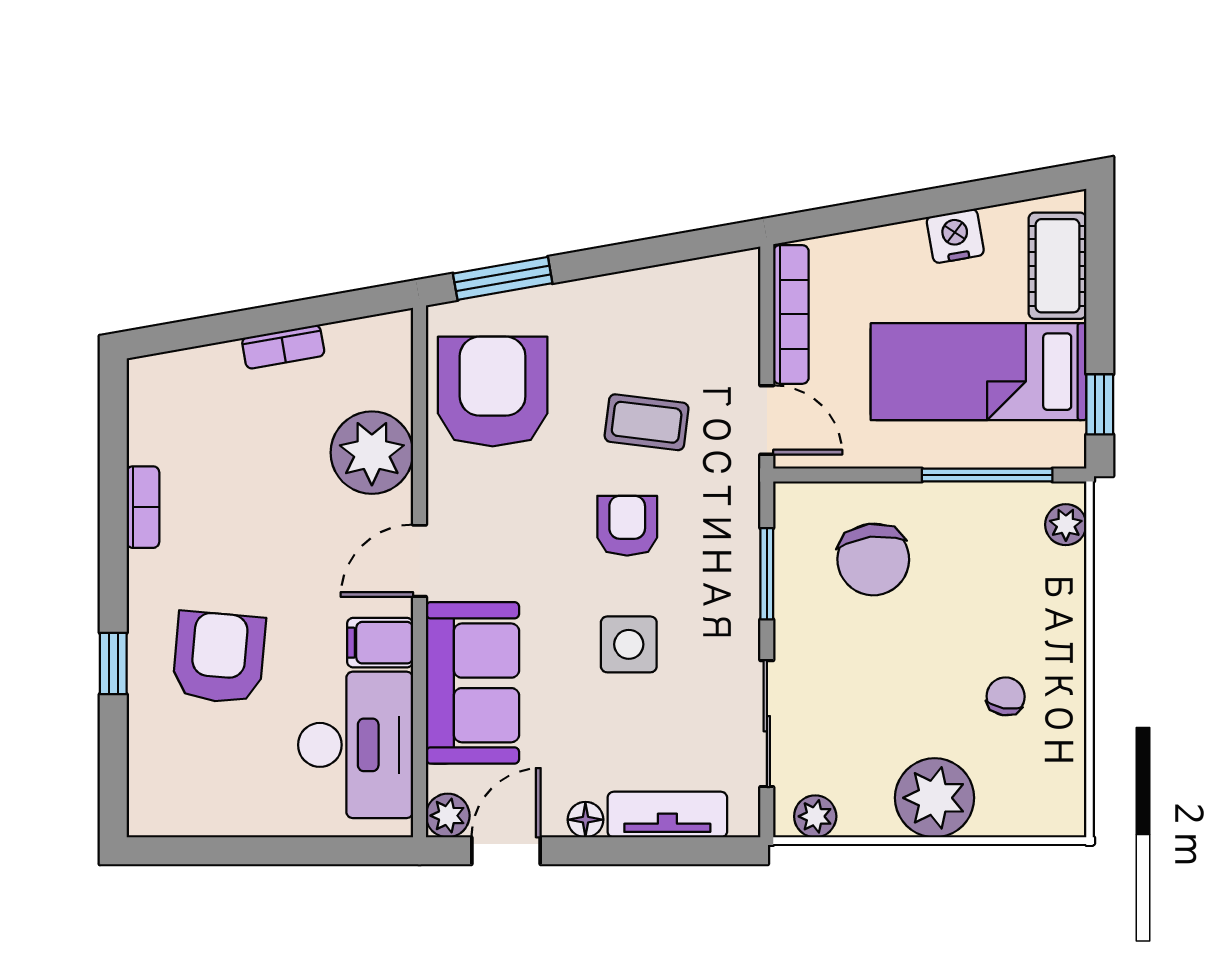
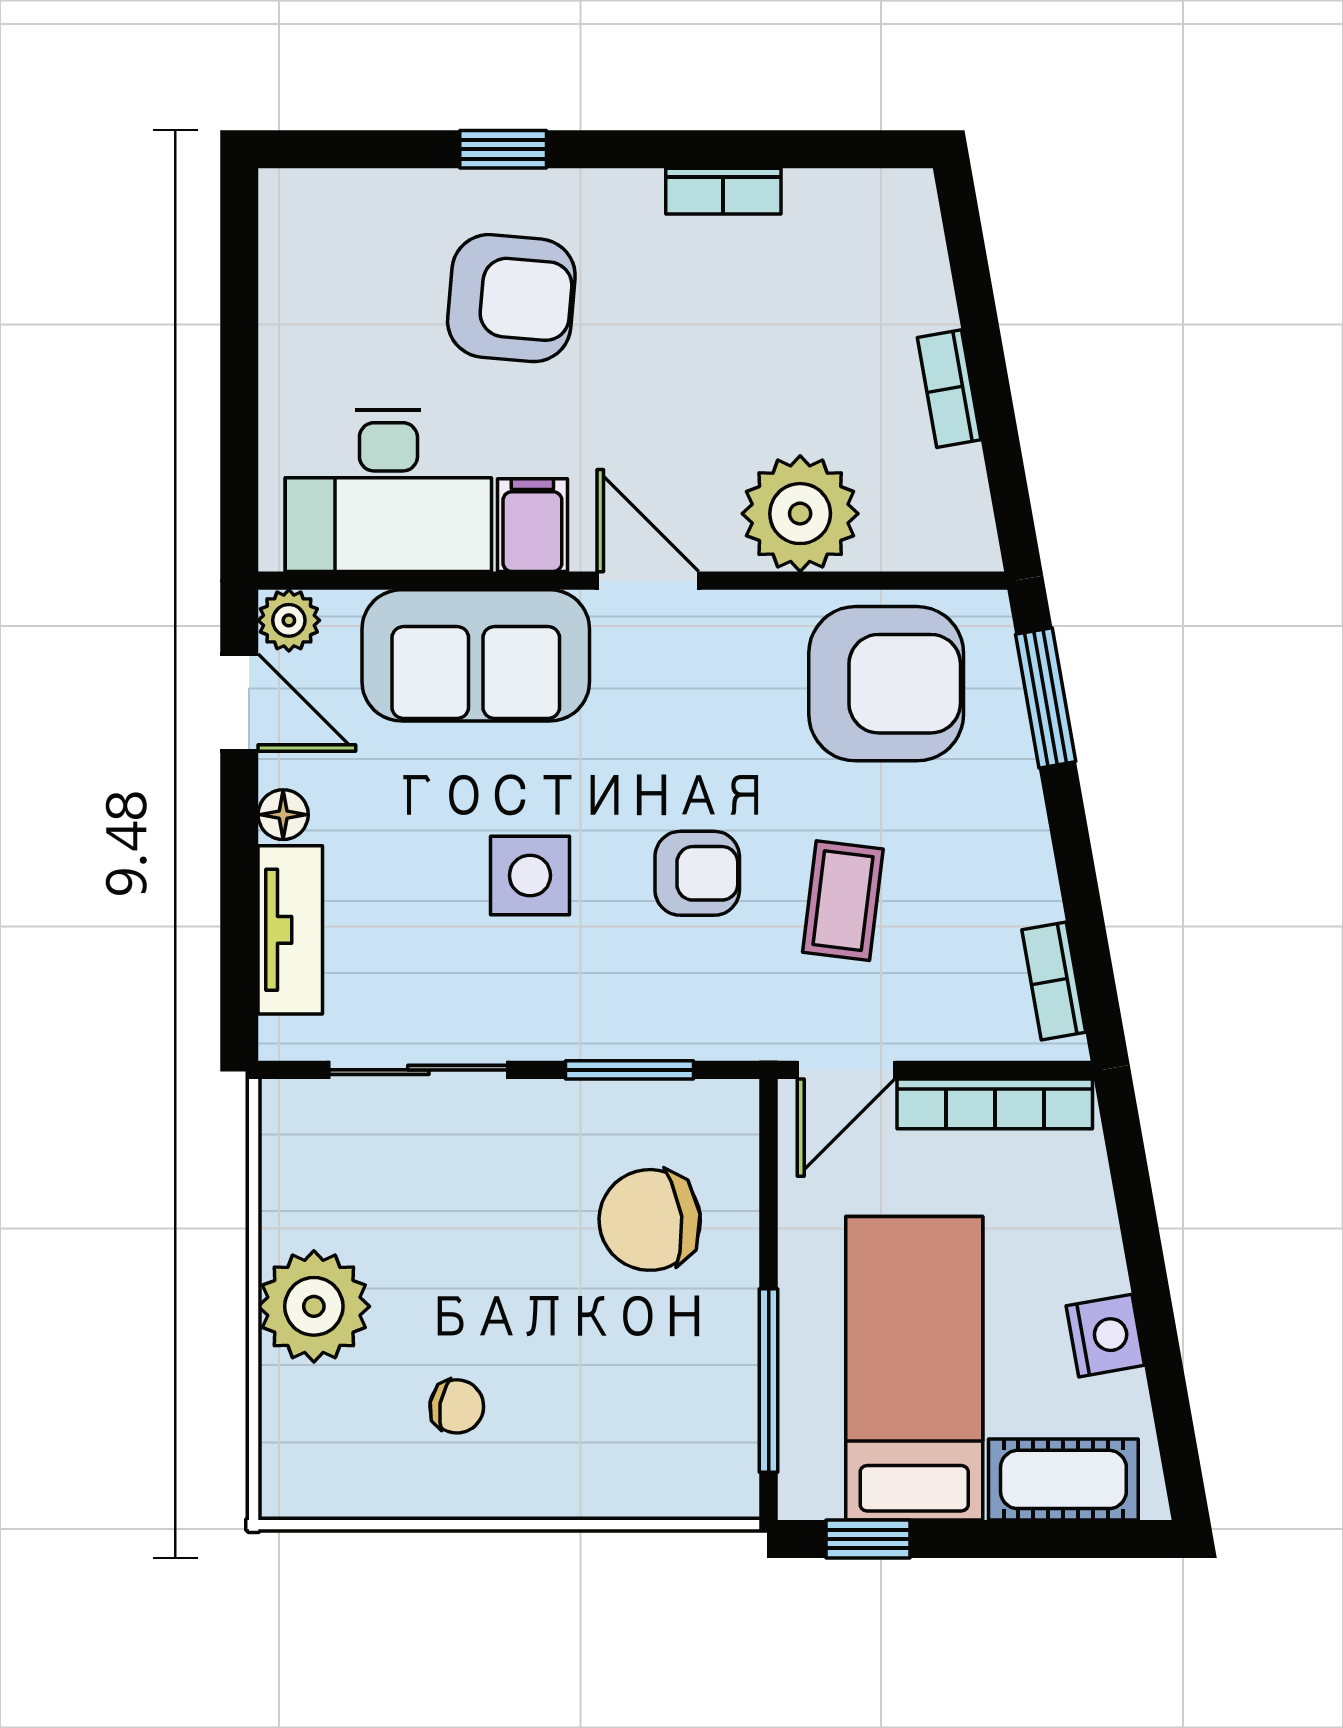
bookcase: (704, 273) -> (1054, 981), added
plant: (1066, 525) -> (699, 1491), removed
plant: (815, 816) -> (288, 1138), removed

